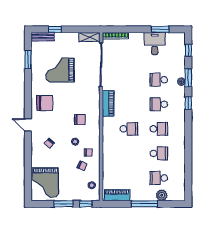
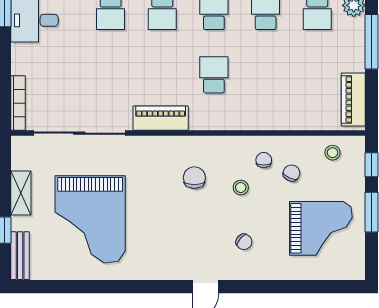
shelving: (89, 37) -> (21, 193), moved
window: (28, 59) -> (68, 287), removed
grand piano: (60, 70) -> (90, 219), width x1.37, depth x1.48
chair: (45, 103) -> (160, 252), removed
grand piano: (45, 183) -> (321, 228), moved

